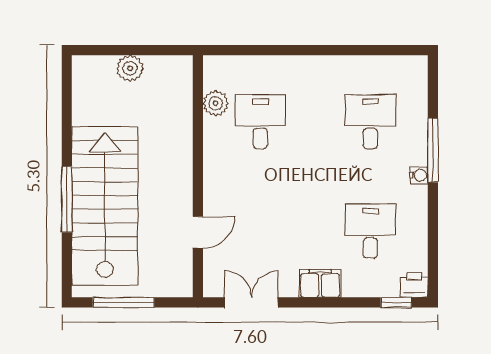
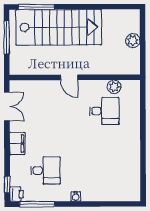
desk: (370, 122) -> (105, 170), removed
window: (433, 150) -> (37, 204), moved
window: (67, 199) -> (36, 7), moved
door: (198, 232) -> (69, 77), moved

